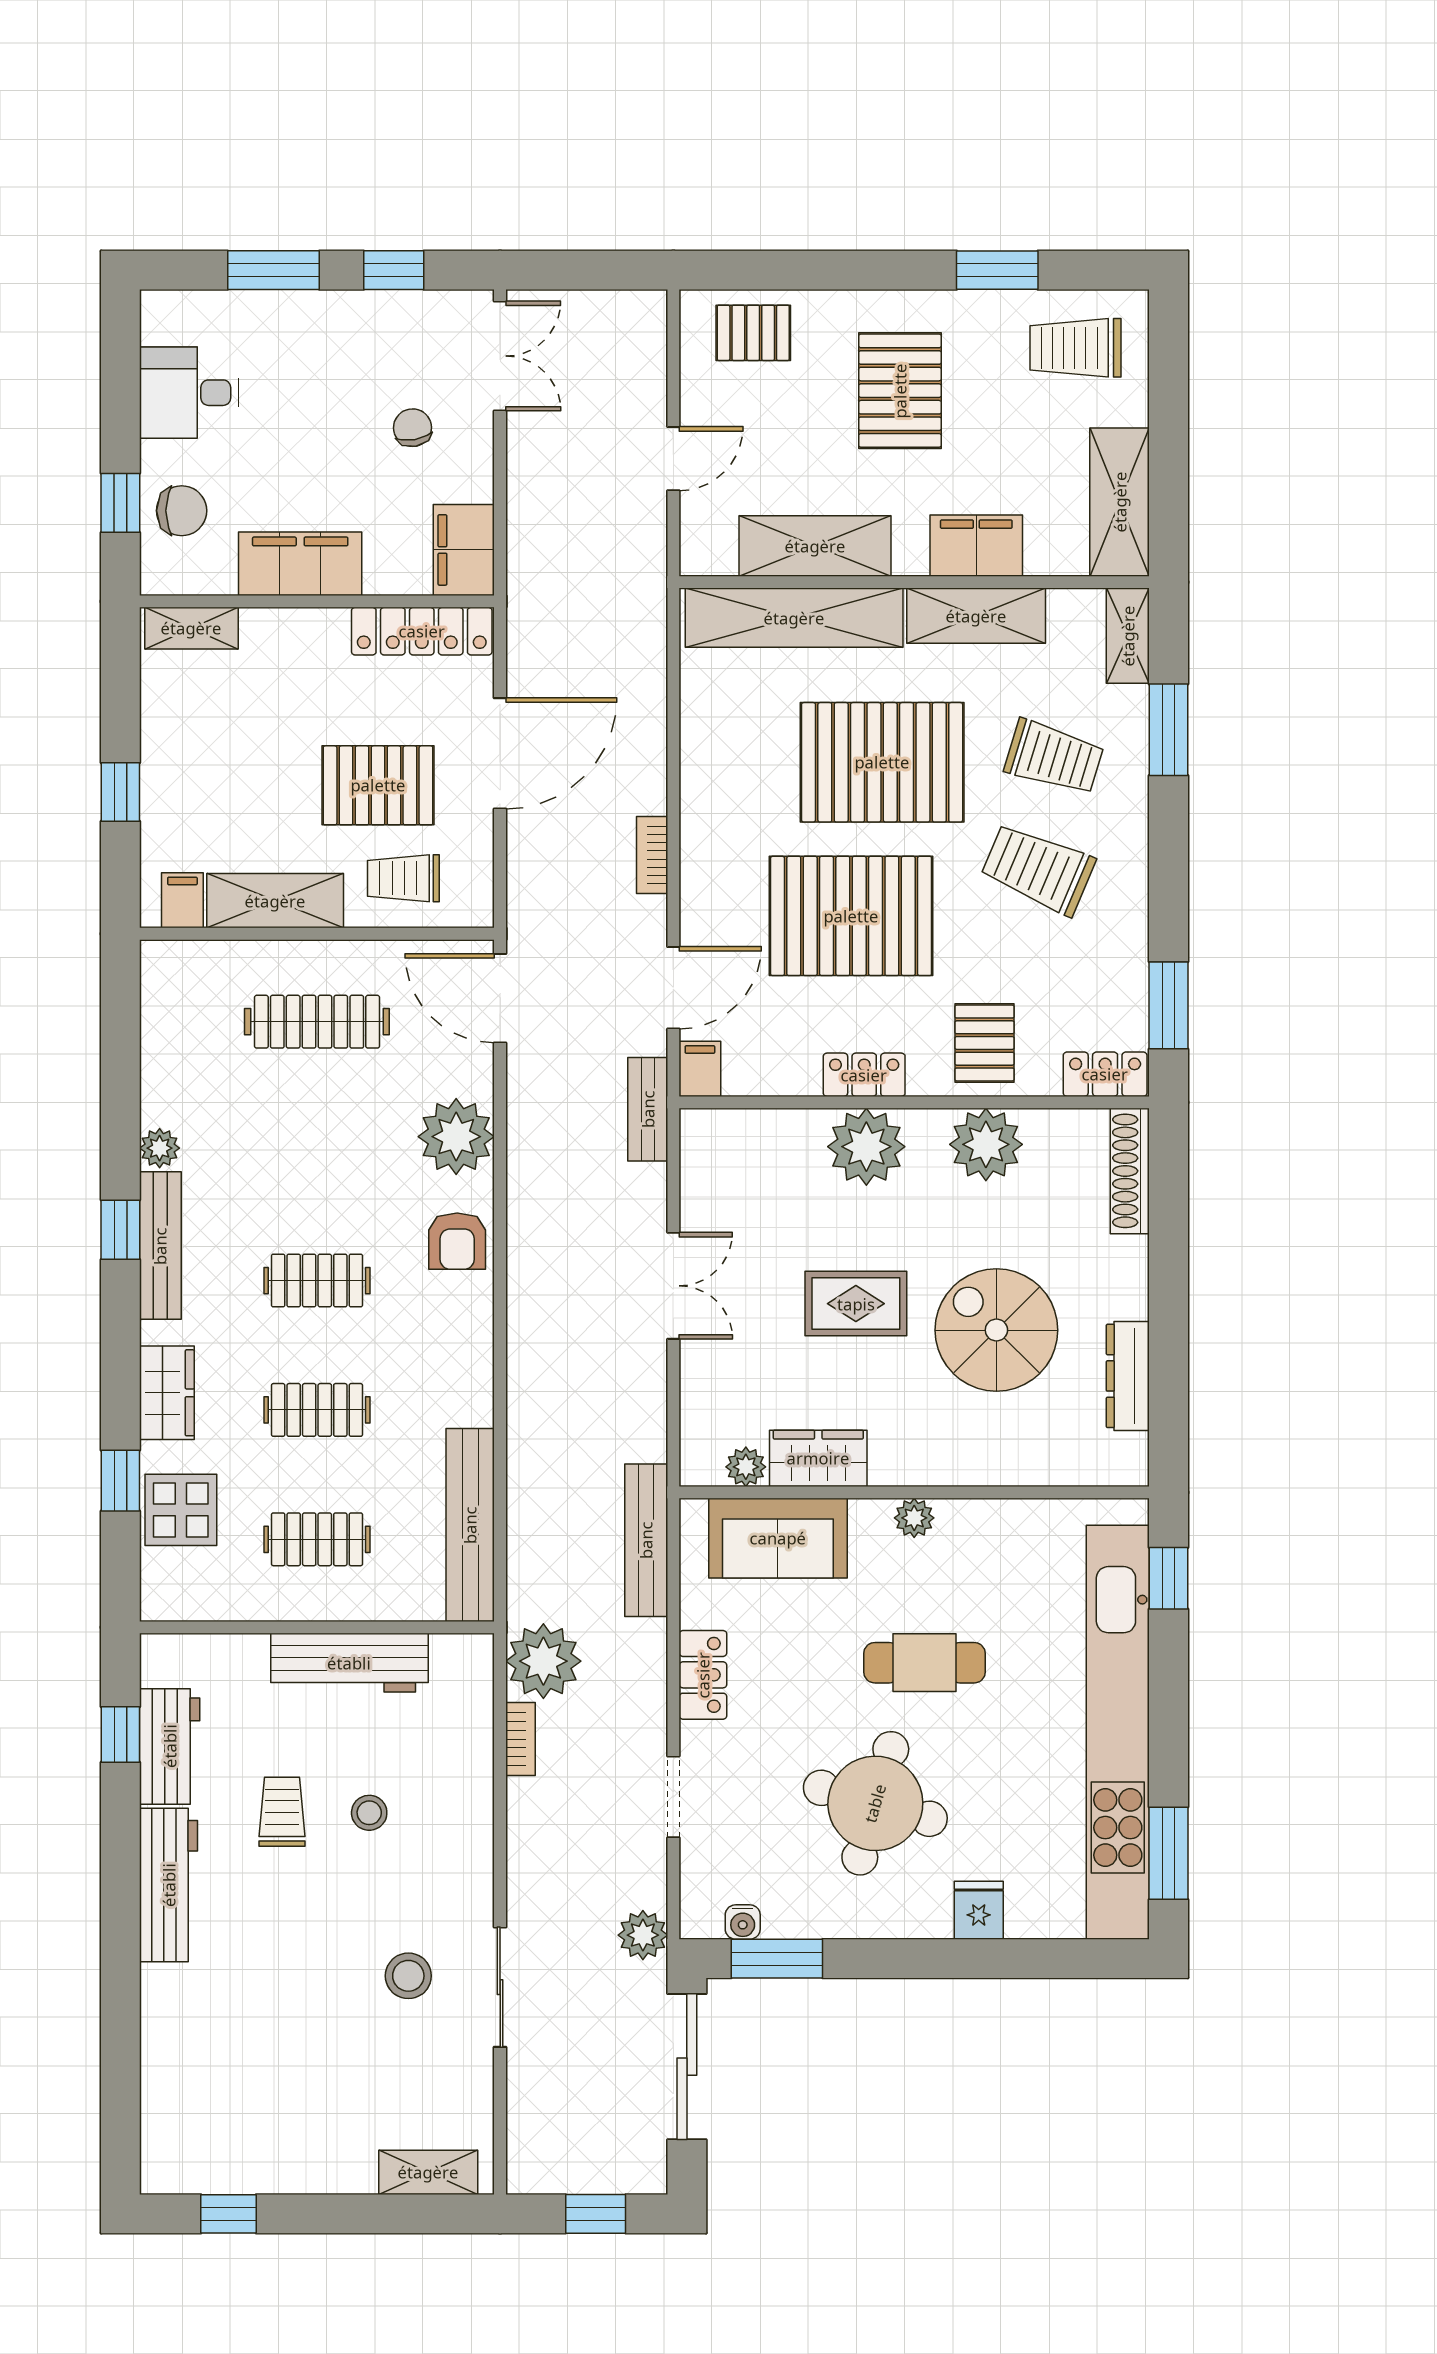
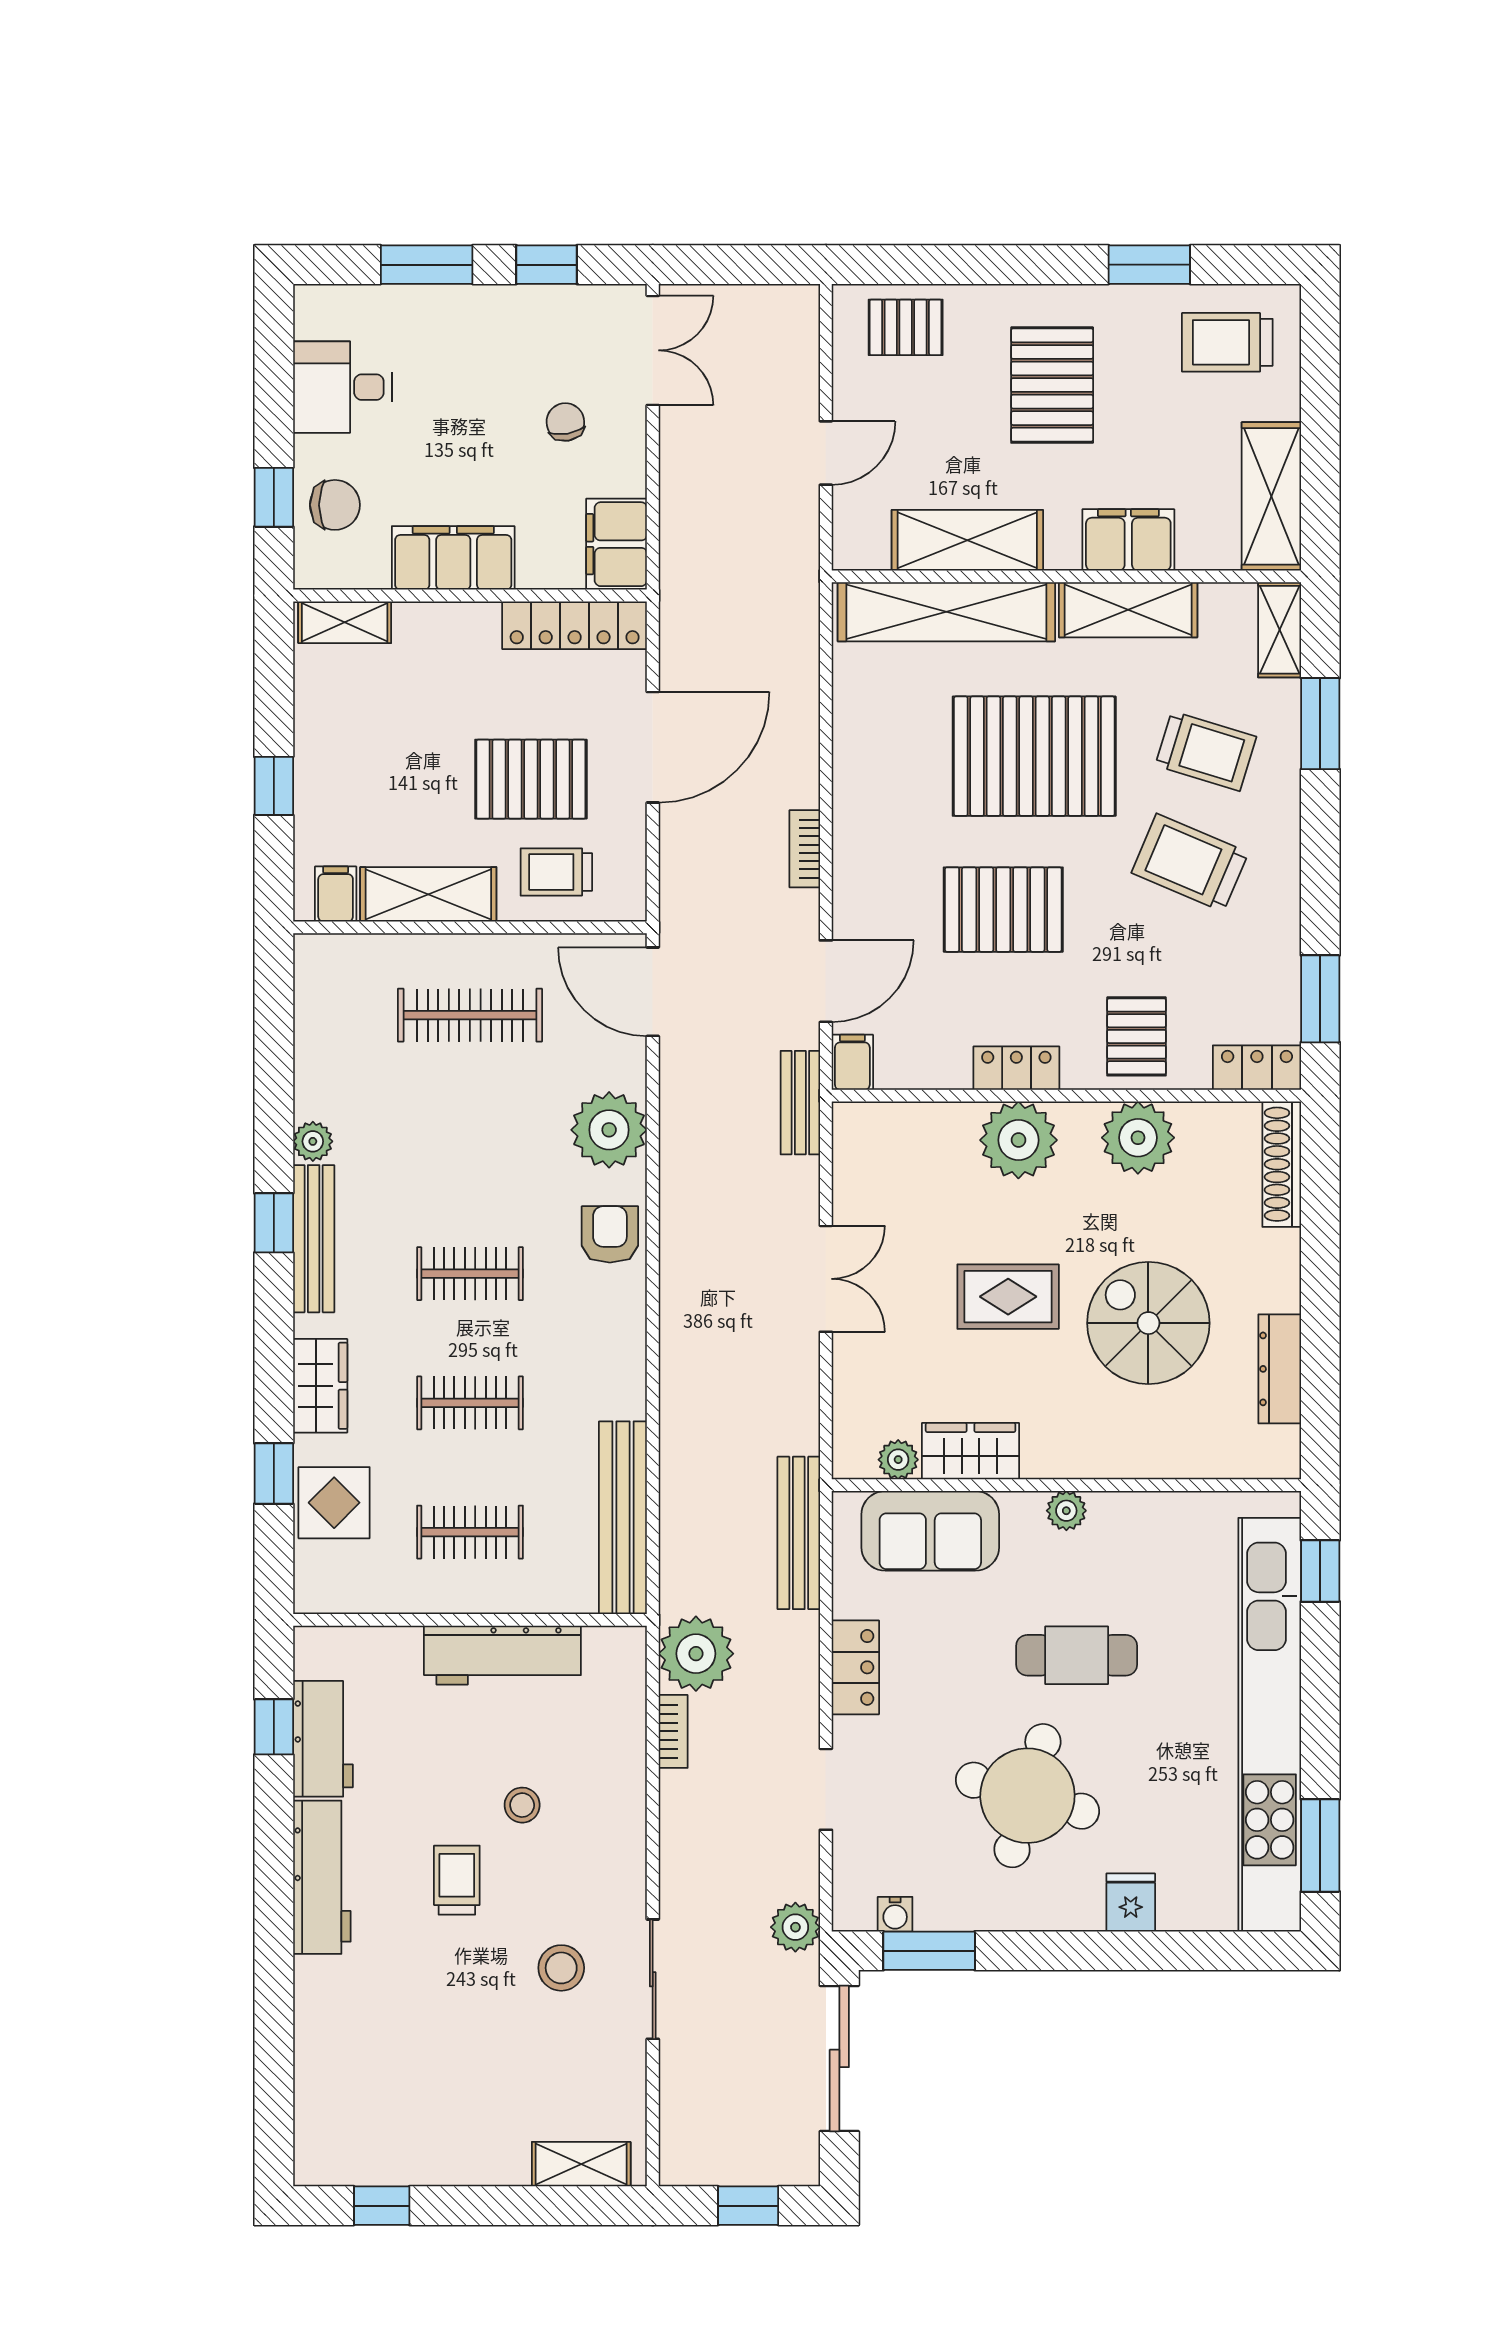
pallet: (851, 916) -> (1003, 910), width x0.73, depth x0.71
armchair: (457, 1241) -> (610, 1234), turned 180
trolley: (282, 1812) -> (457, 1880), moved

